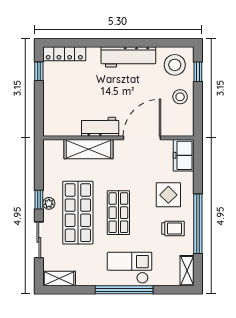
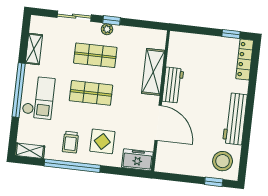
stool: (180, 97) -> (192, 163), removed
shop shelf: (78, 213) -> (95, 55), width x0.70, depth x0.74
shelving: (59, 279) -> (34, 49), moved

